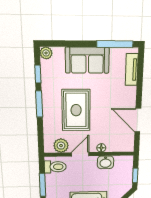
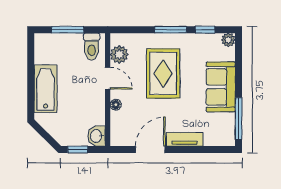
tv unit: (132, 70) -> (185, 139), moved
rug: (76, 110) -> (163, 74), turned 90
washbasin: (105, 162) -> (97, 136), moved

